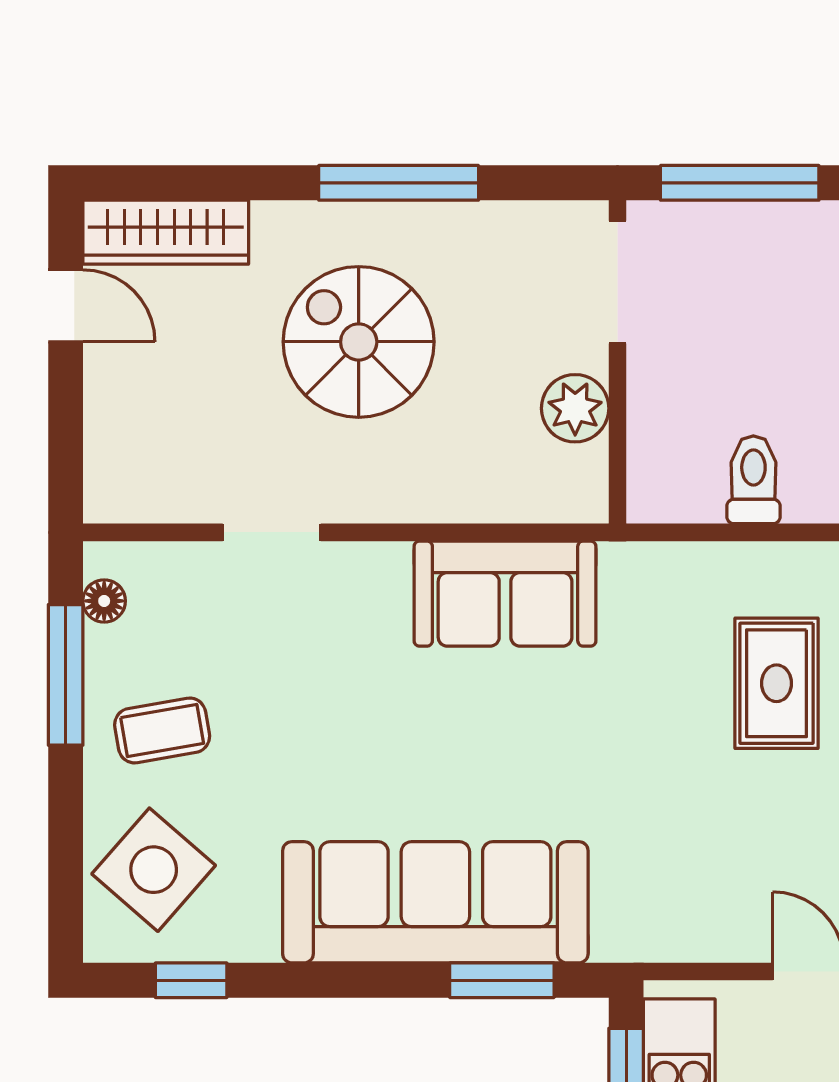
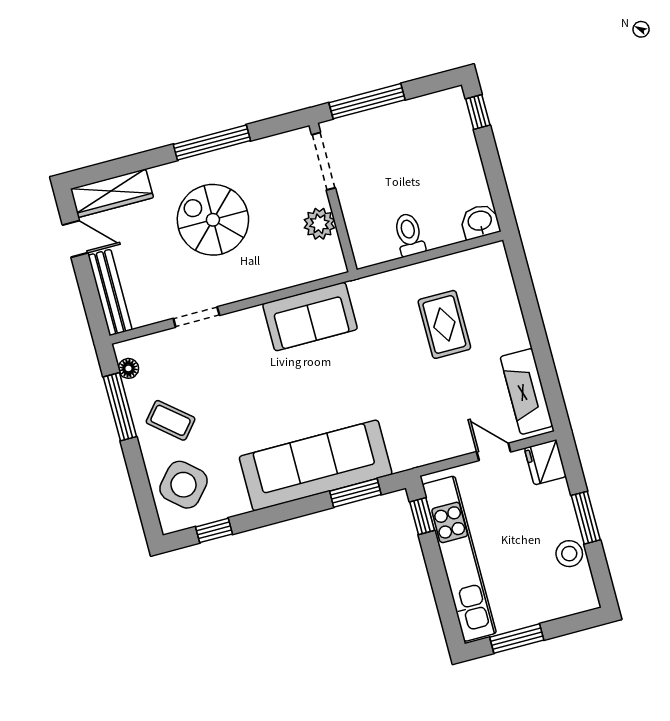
bench: (108, 435) -> (110, 292), added
coffee table: (162, 730) -> (171, 420), turned 50

